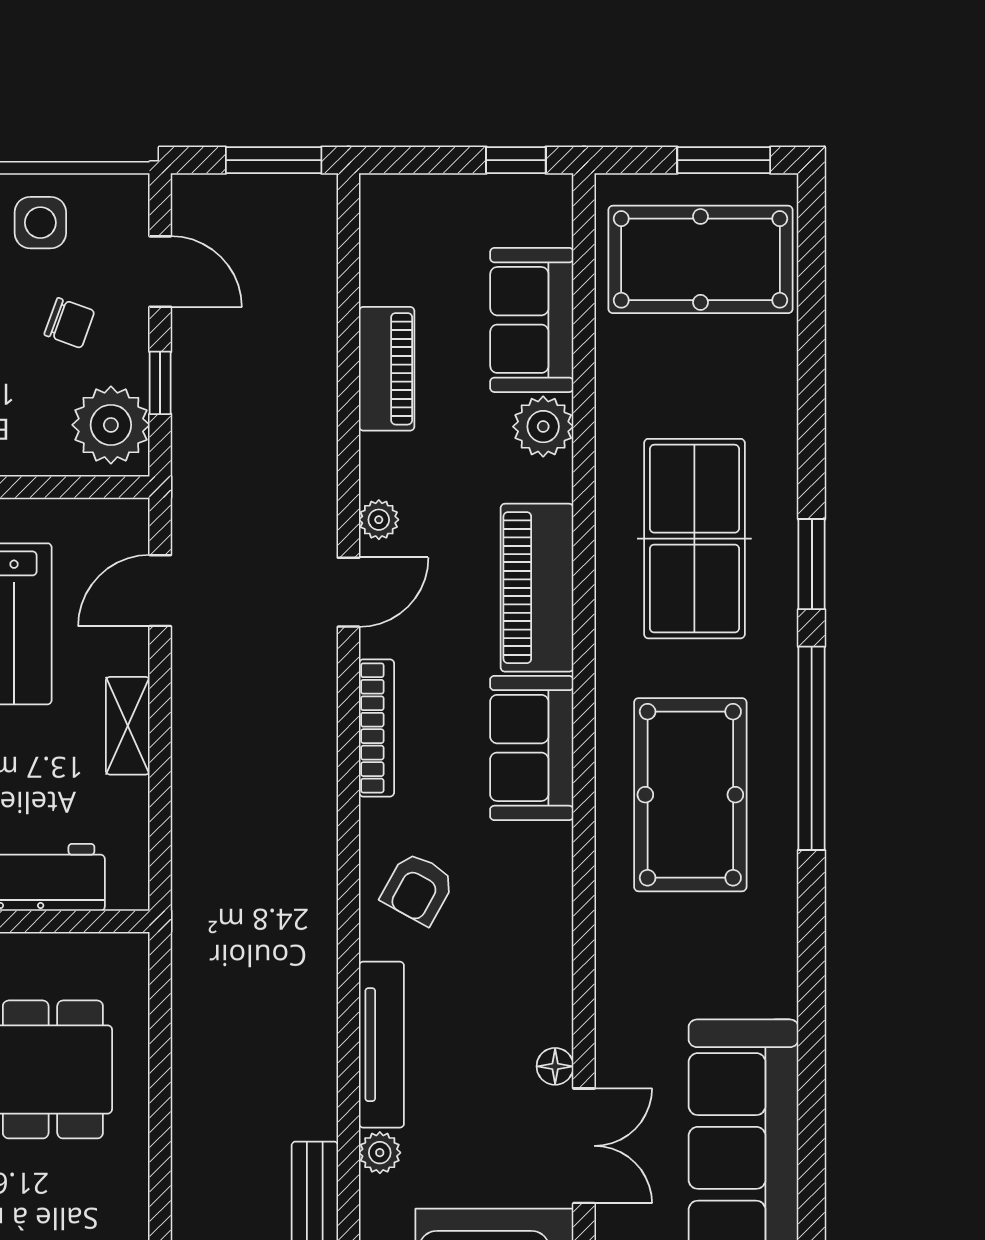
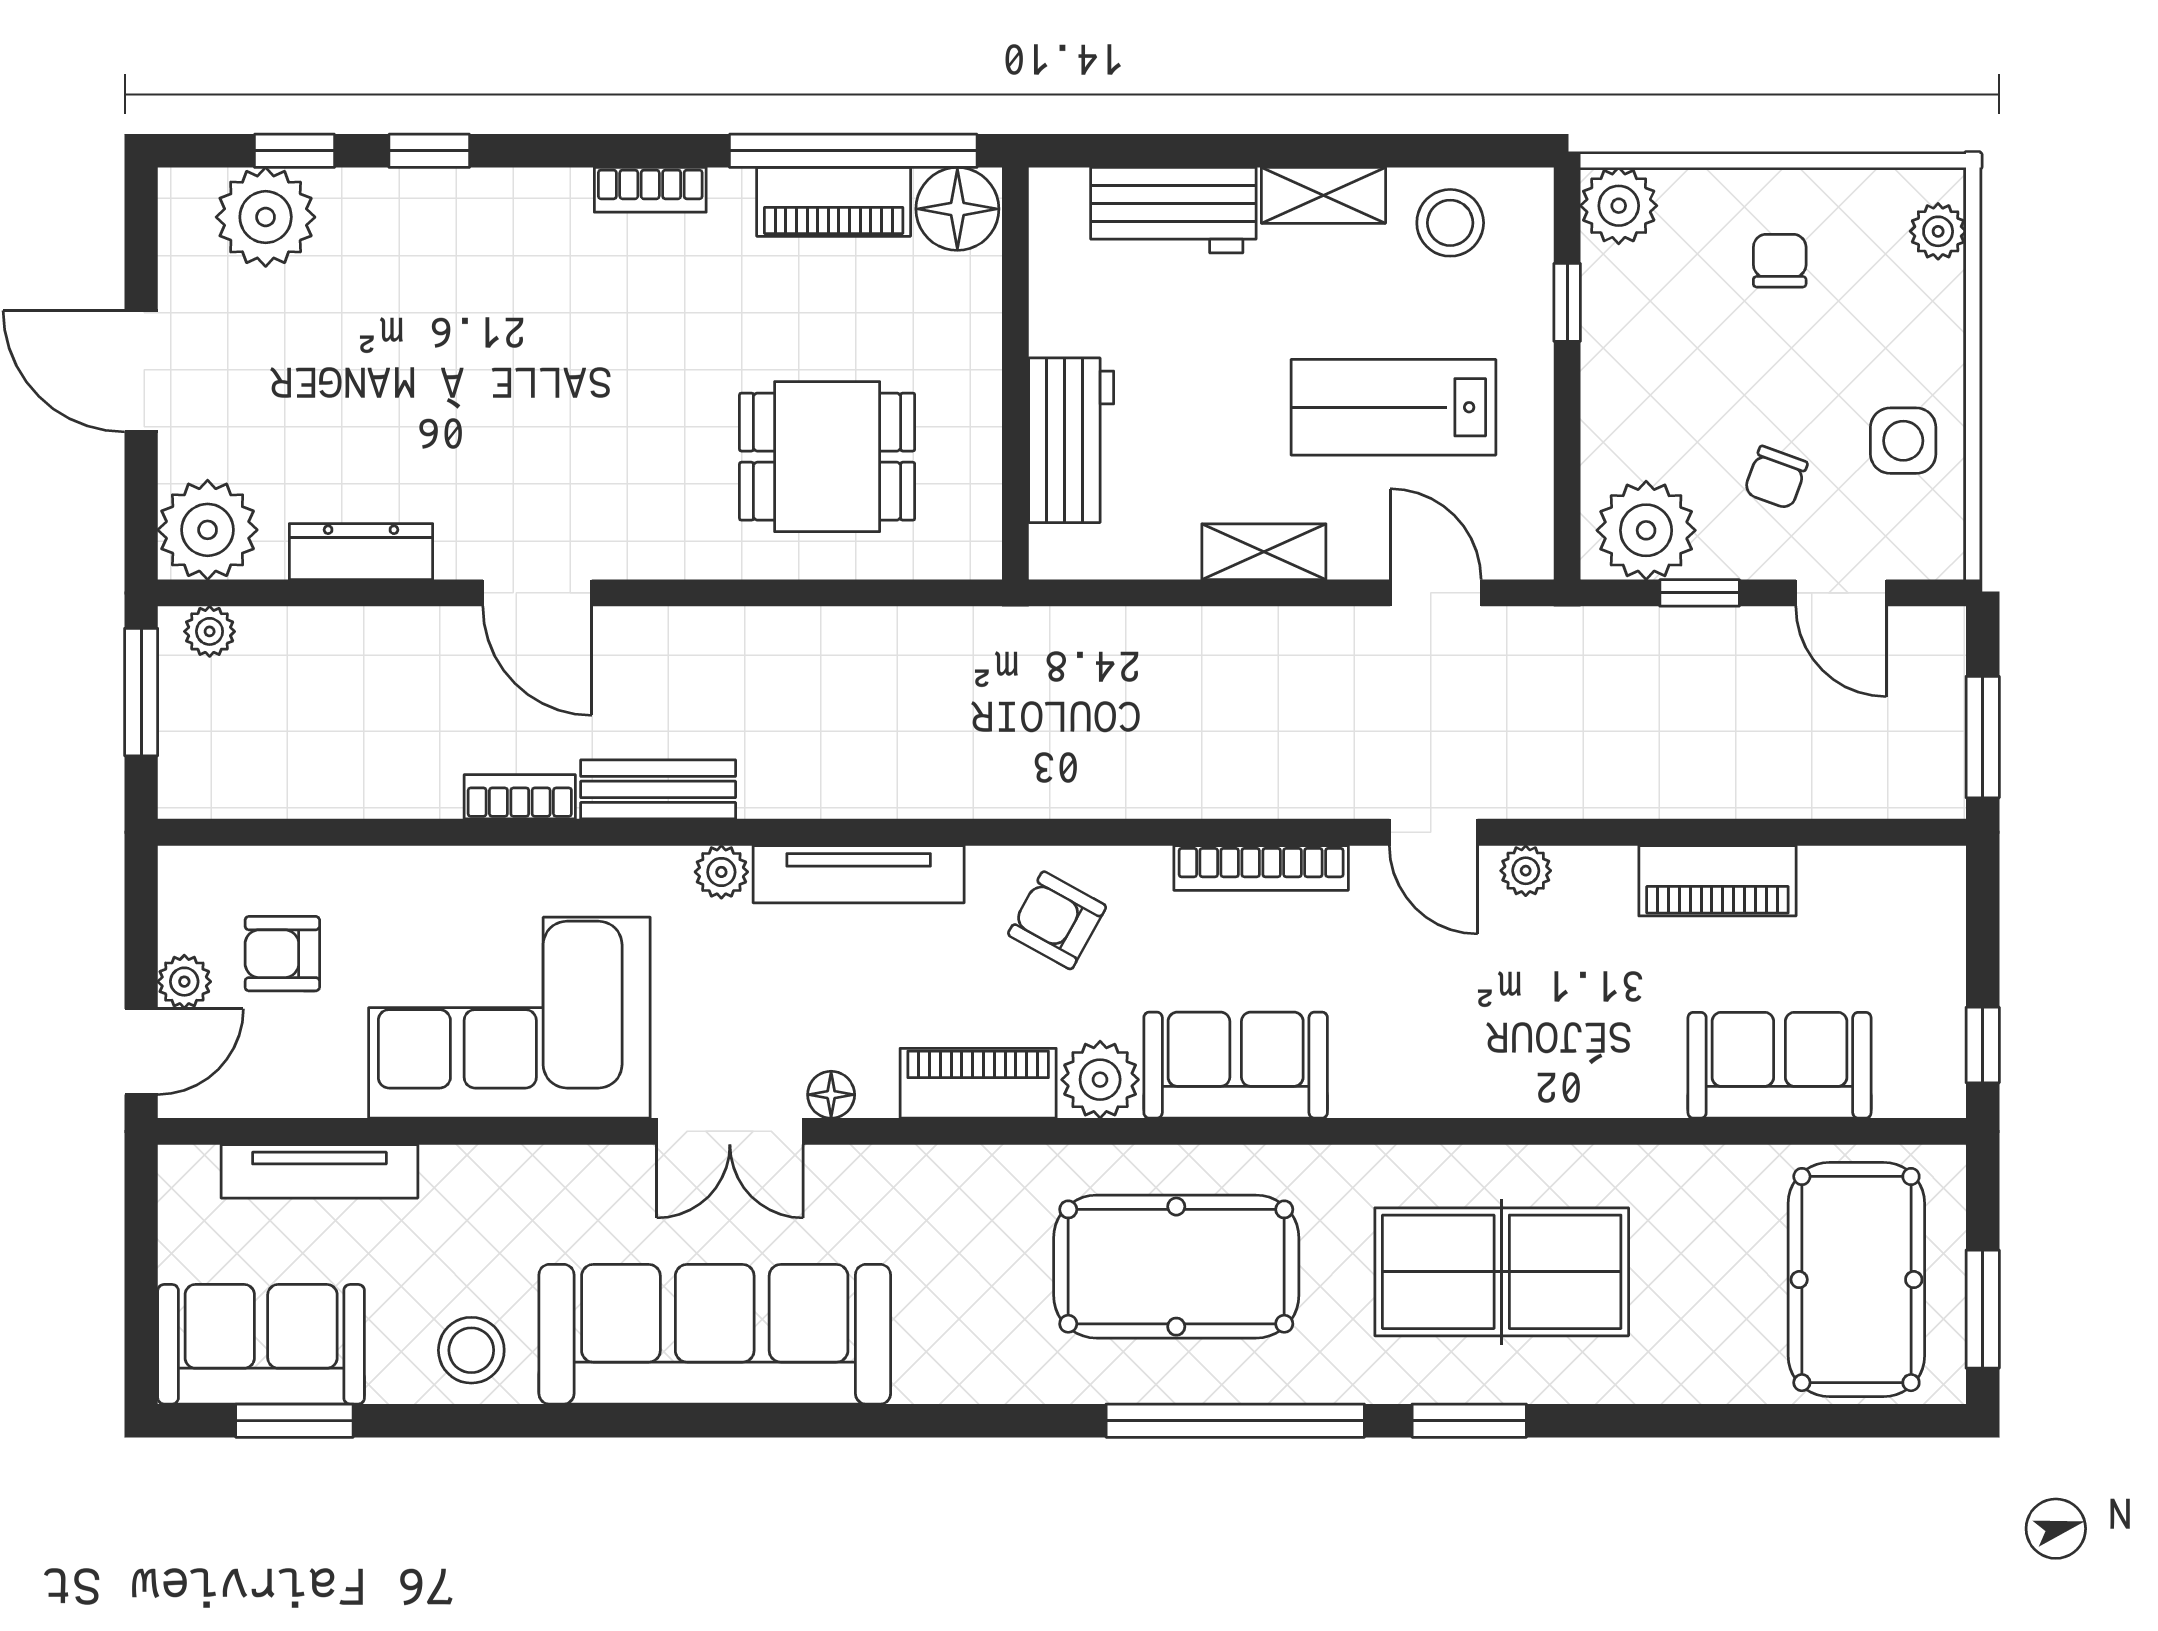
door: (160, 272) -> (1841, 593), hinge flipped
plant: (543, 427) -> (1100, 1080), moved
piano: (537, 588) -> (978, 1083), moved, width x0.73, depth x0.75

